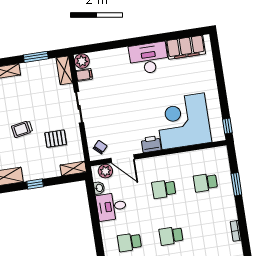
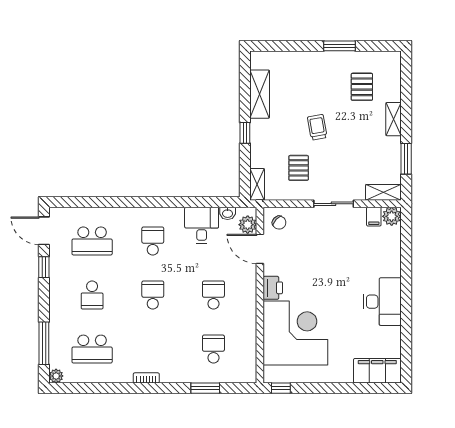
filing cabinet: (186, 47) -> (377, 371), moved, turned 90
door: (123, 159) -> (260, 249), hinge flipped

